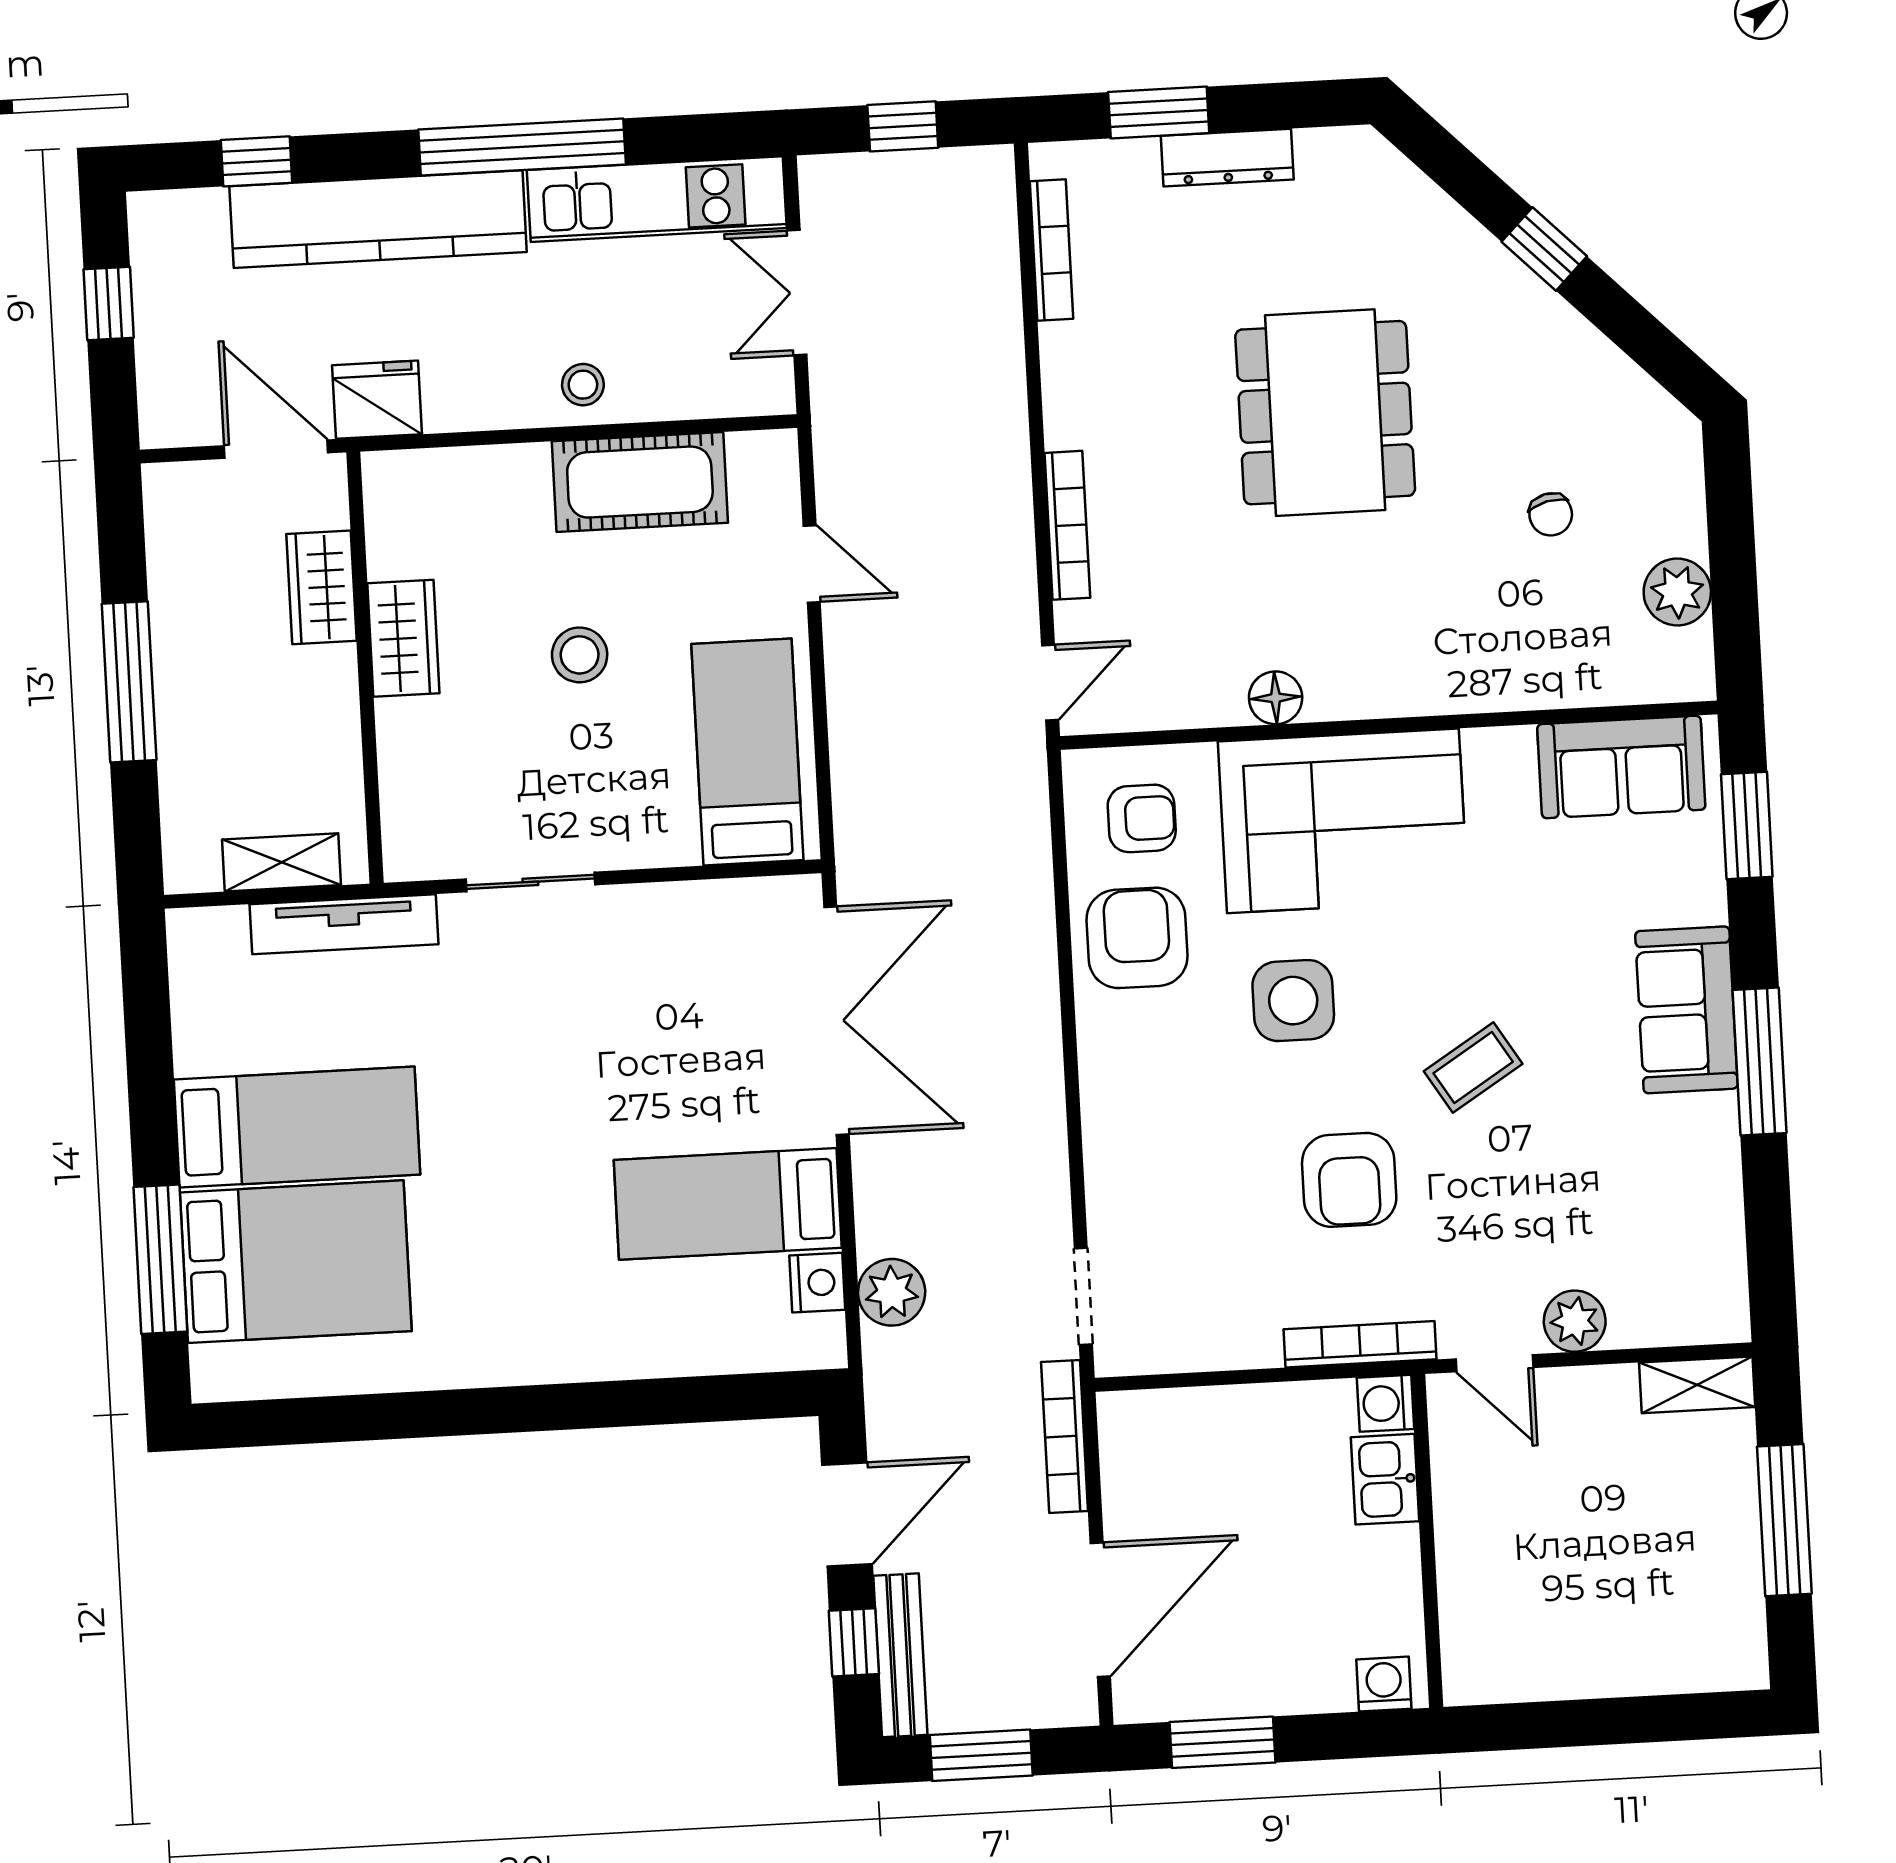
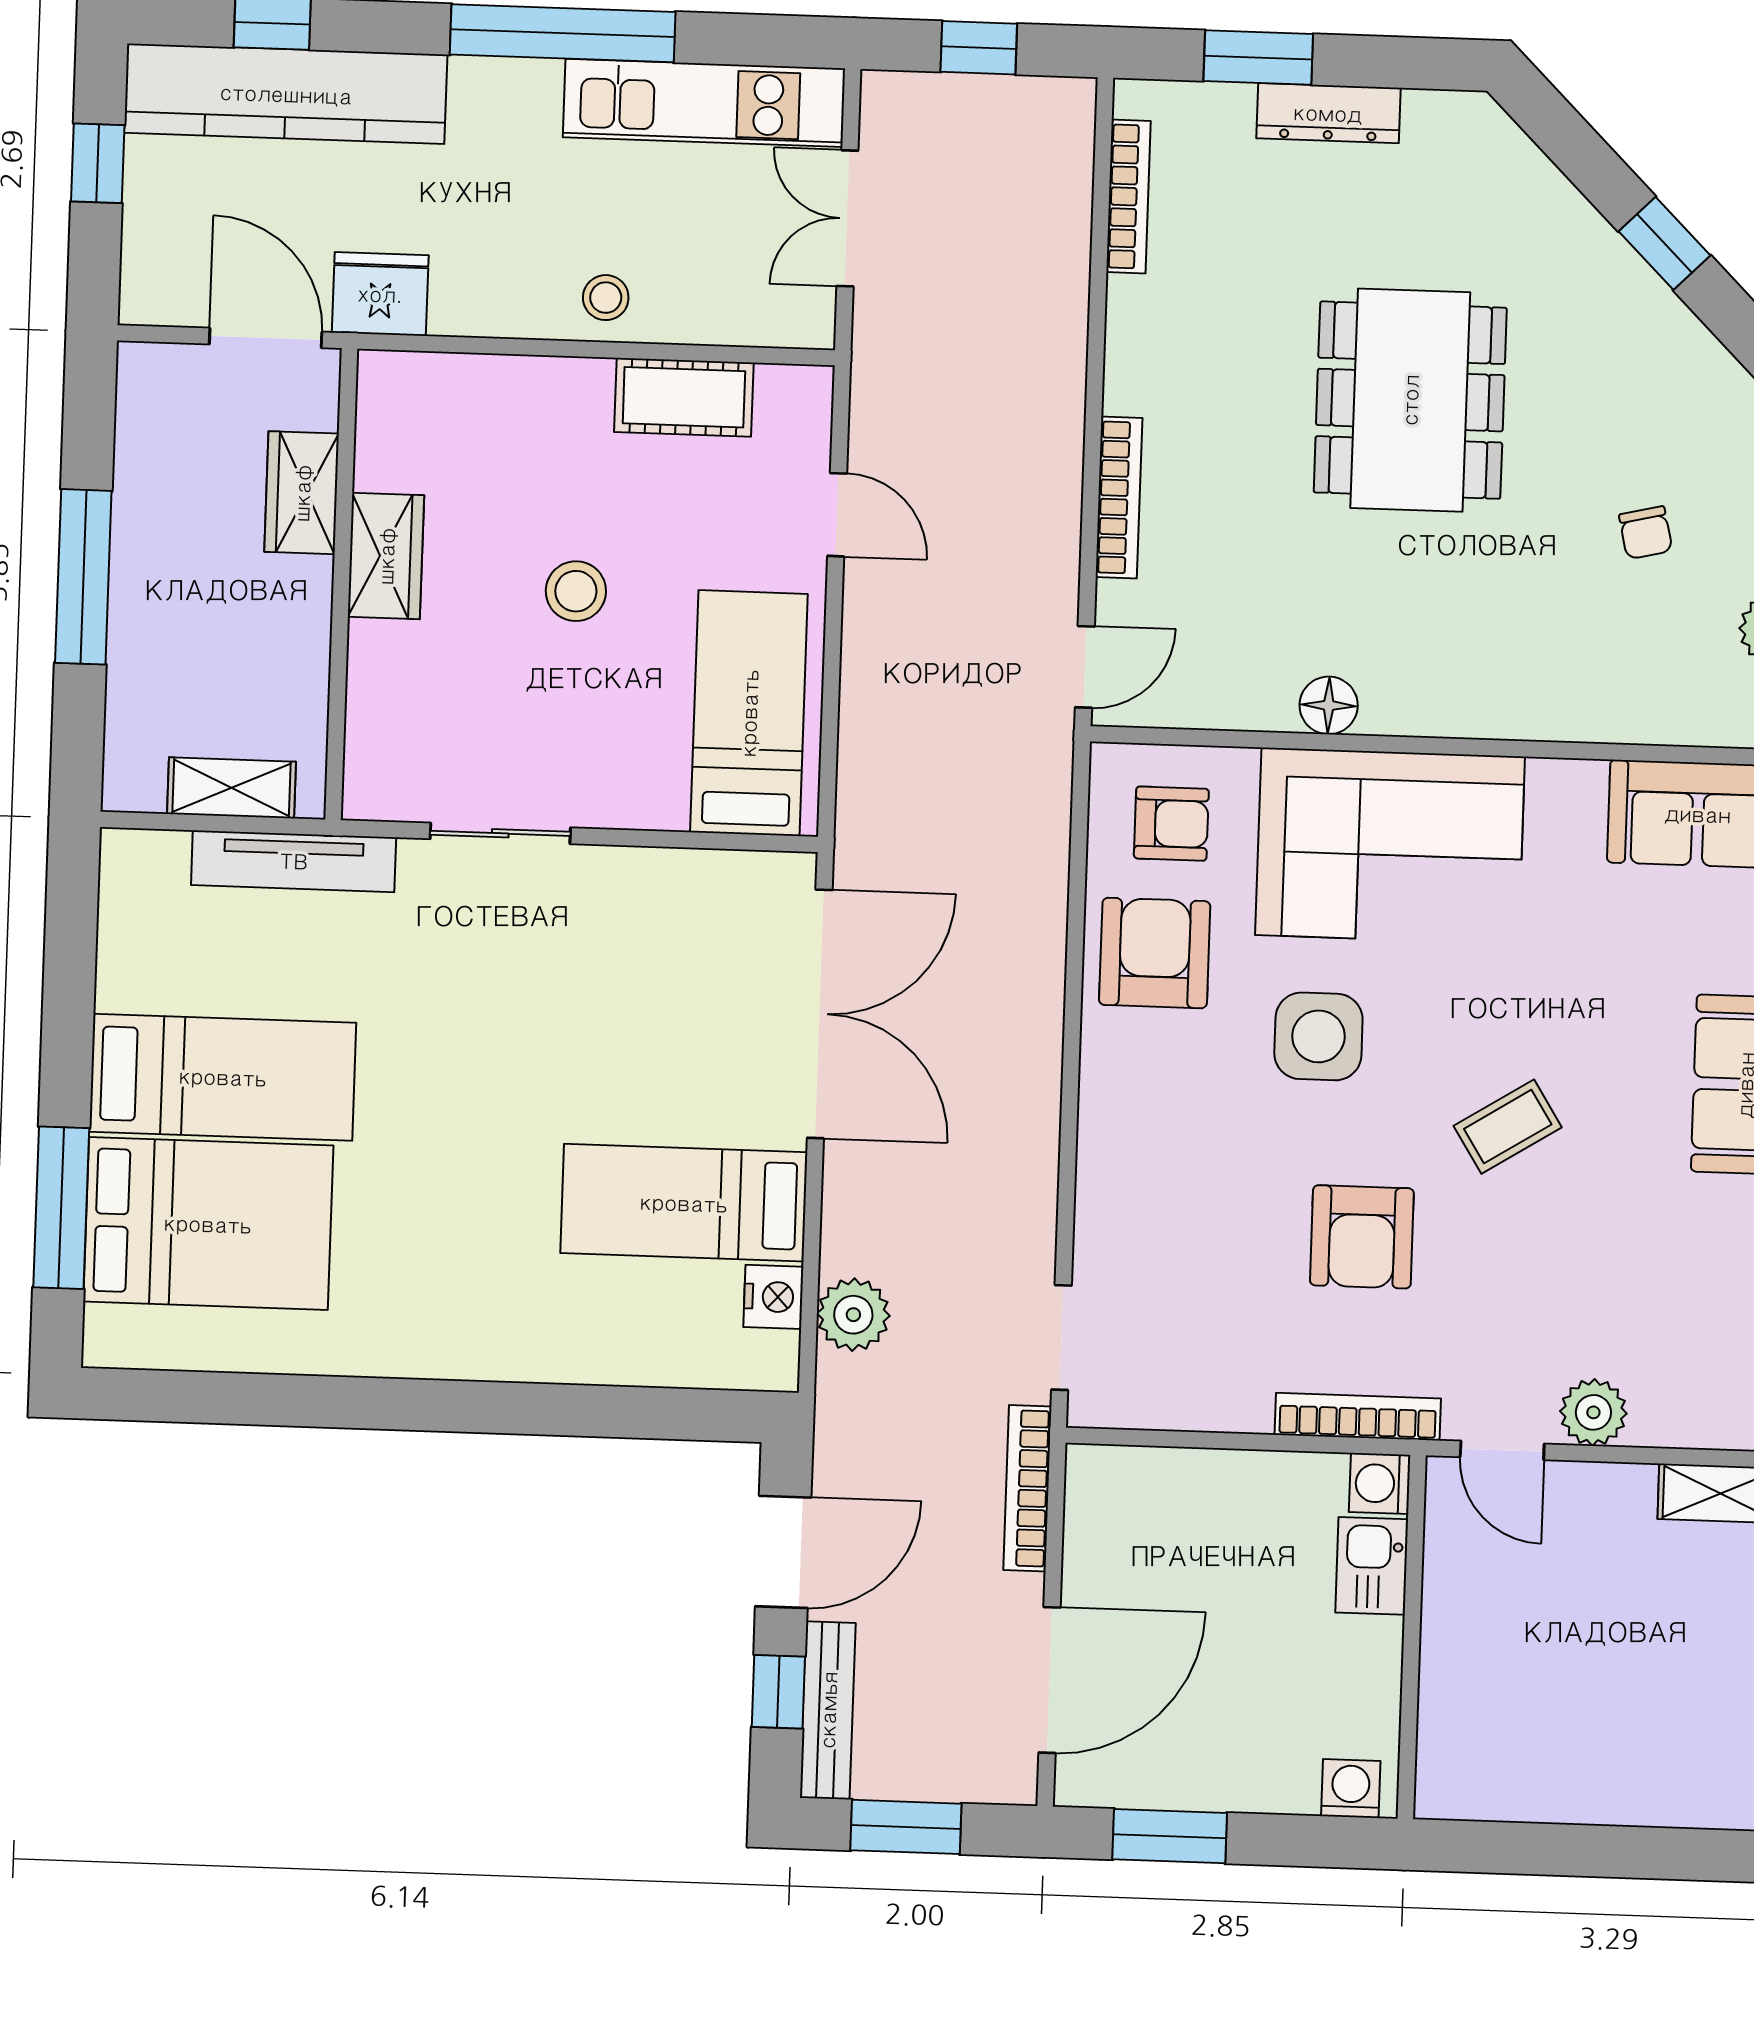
kitchen counter: (378, 219) -> (286, 94), moved
cot: (640, 482) -> (684, 397), width x0.73, depth x0.75

